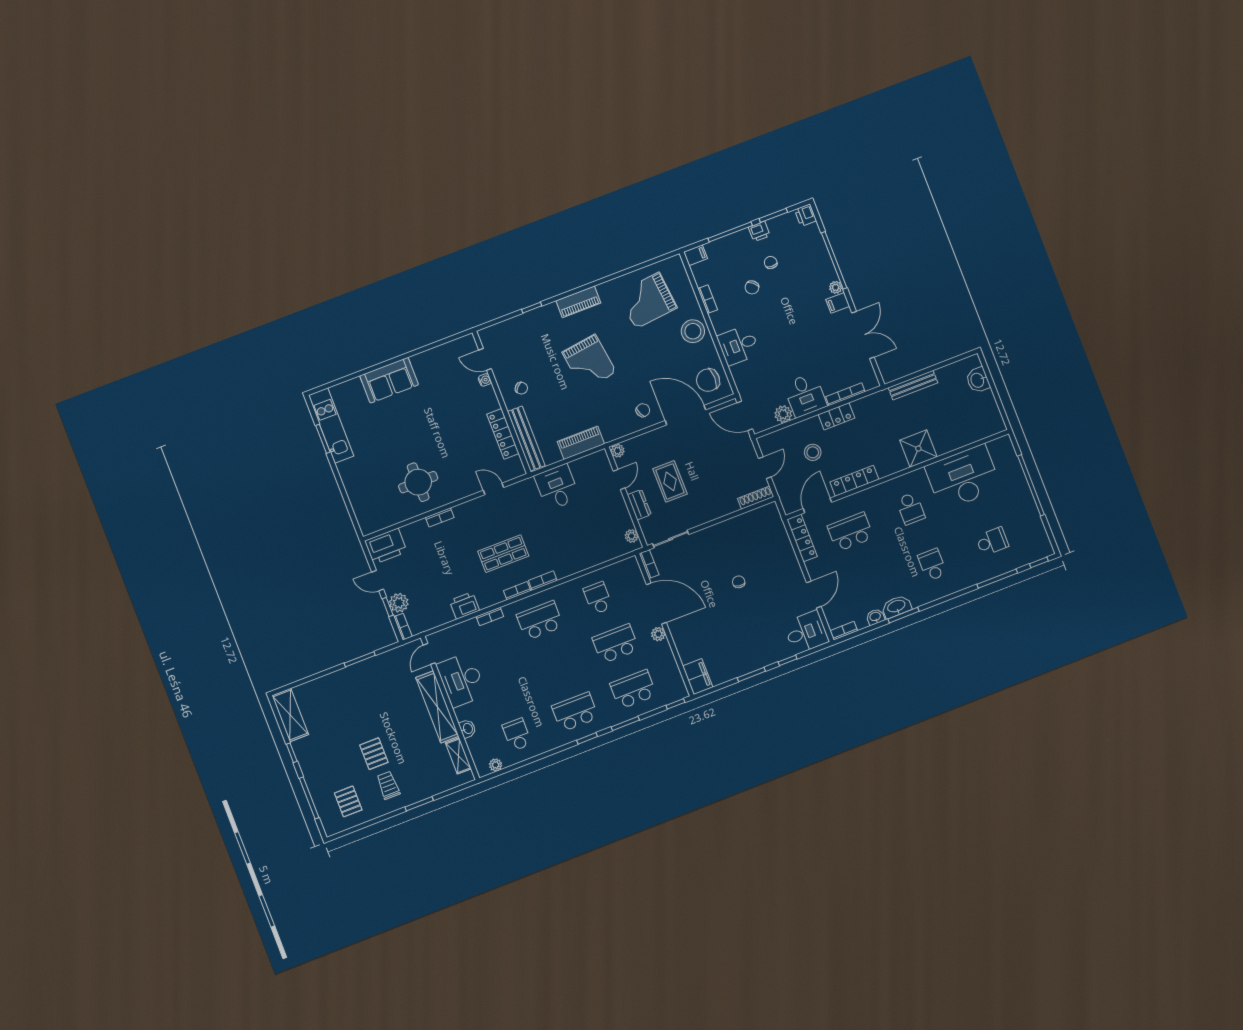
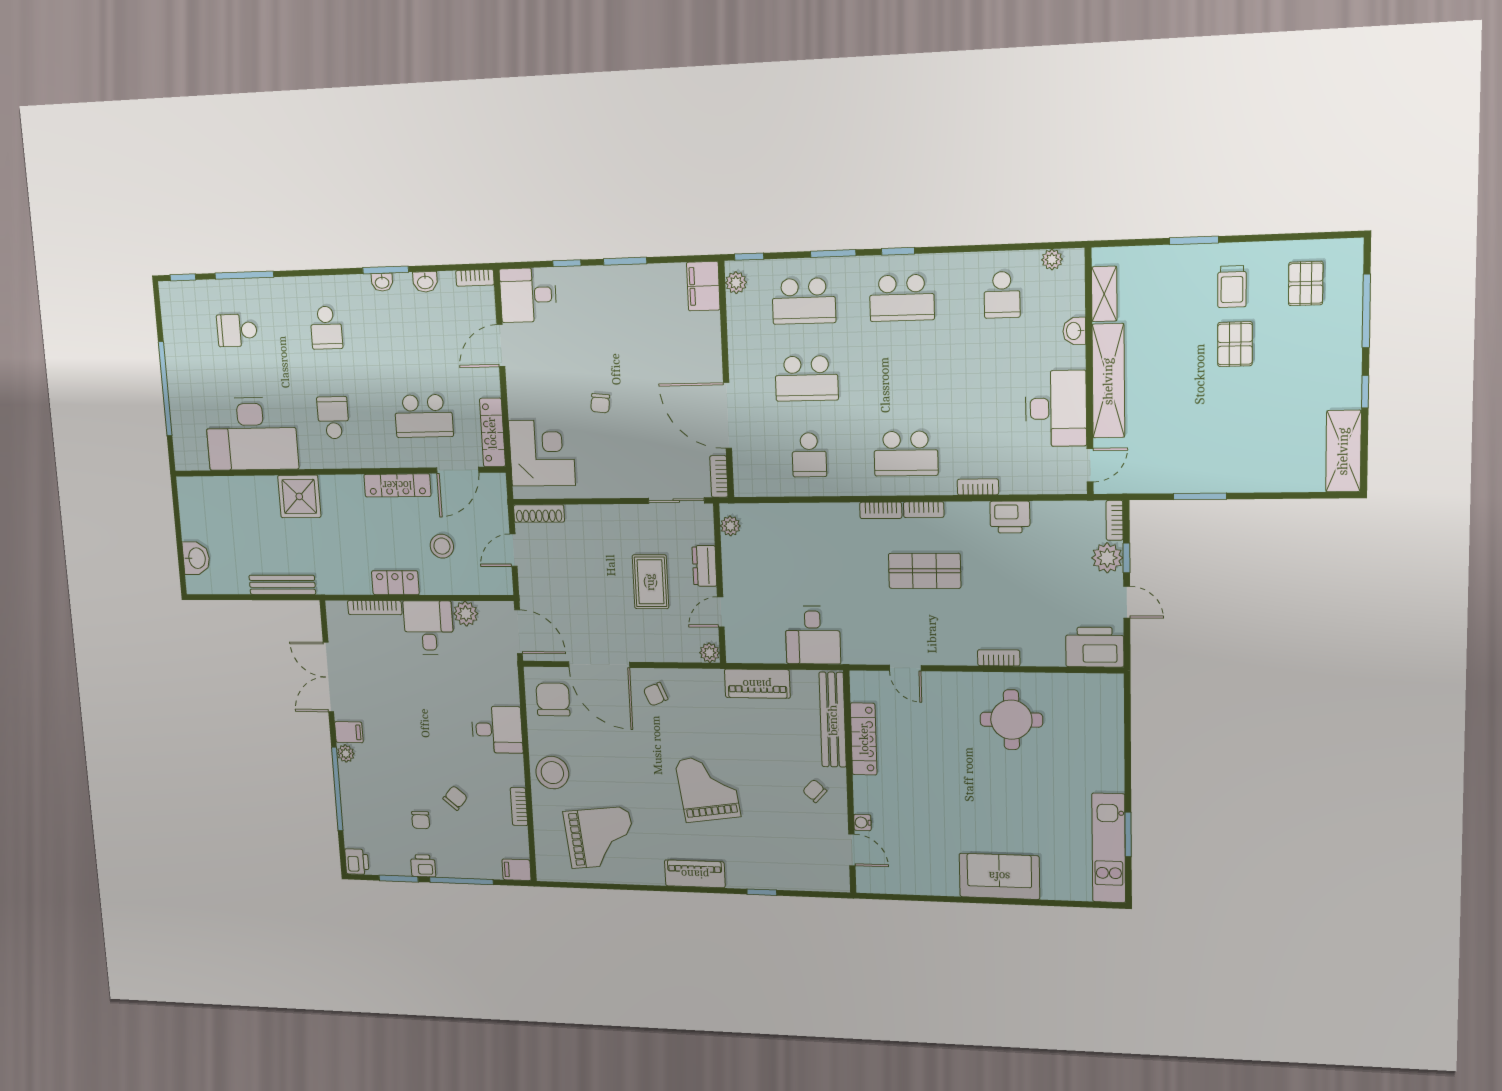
chair: (708, 380) -> (553, 699), turned -90
corner desk: (766, 537) -> (542, 453), added
washbasin: (896, 607) -> (382, 282), width x0.52, depth x0.69
plant: (658, 634) -> (736, 283), moved

